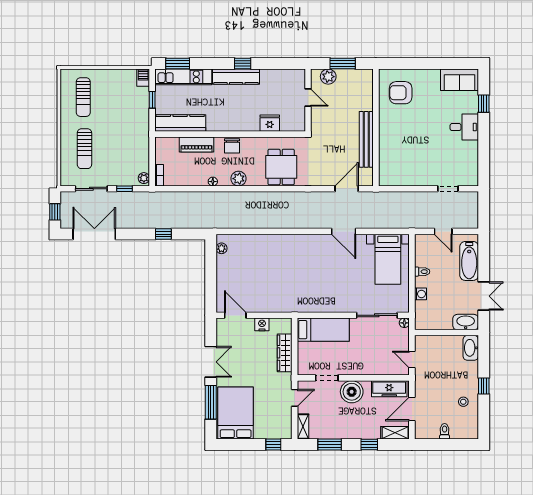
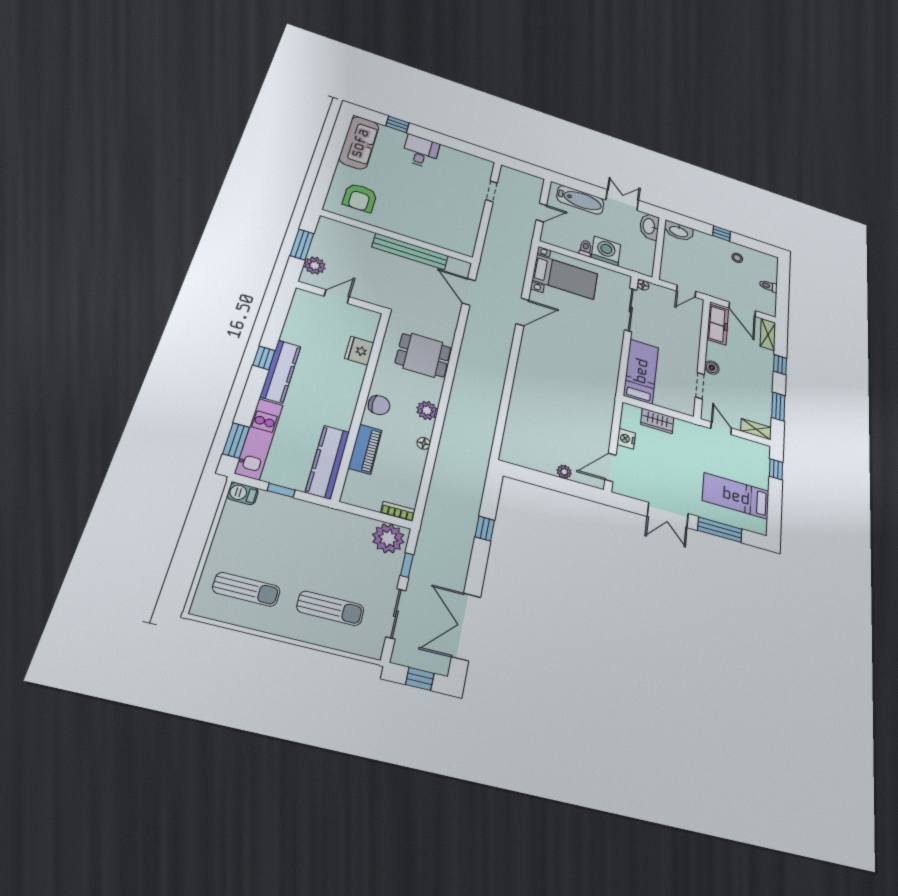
sofa: (460, 80) -> (359, 143), width x1.36
plant: (144, 178) -> (388, 538), width x1.87, depth x1.87
plant: (221, 248) -> (564, 472), moved
washing machine: (421, 294) -> (606, 251), width x1.89, depth x1.89
wardrobe: (285, 353) -> (657, 421), width x0.67
double door: (211, 362) -> (668, 515), swing flipped
boiler: (352, 392) -> (712, 368), width x0.54, depth x0.54
bed: (236, 413) -> (736, 496), width x0.67

